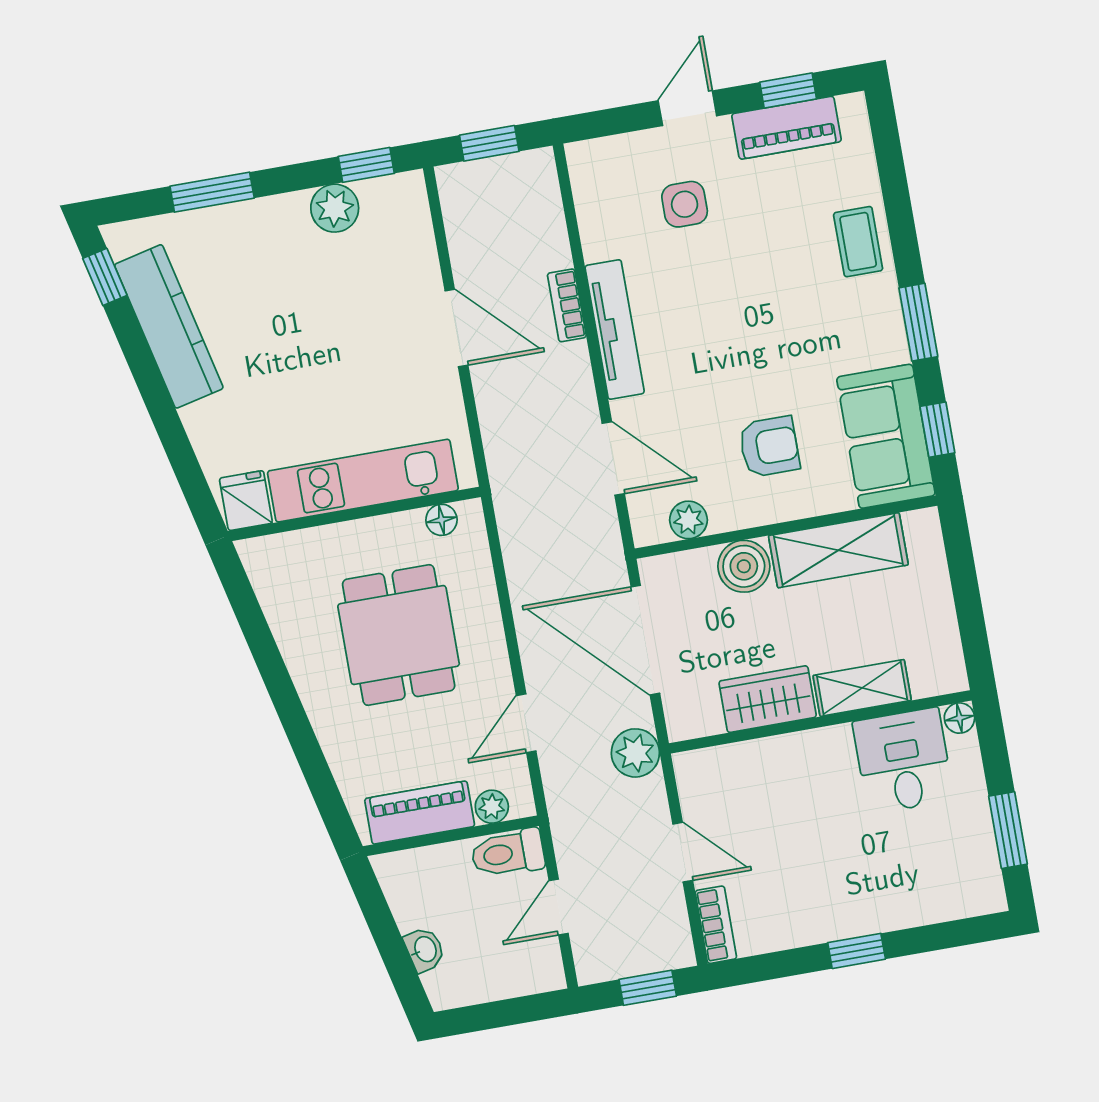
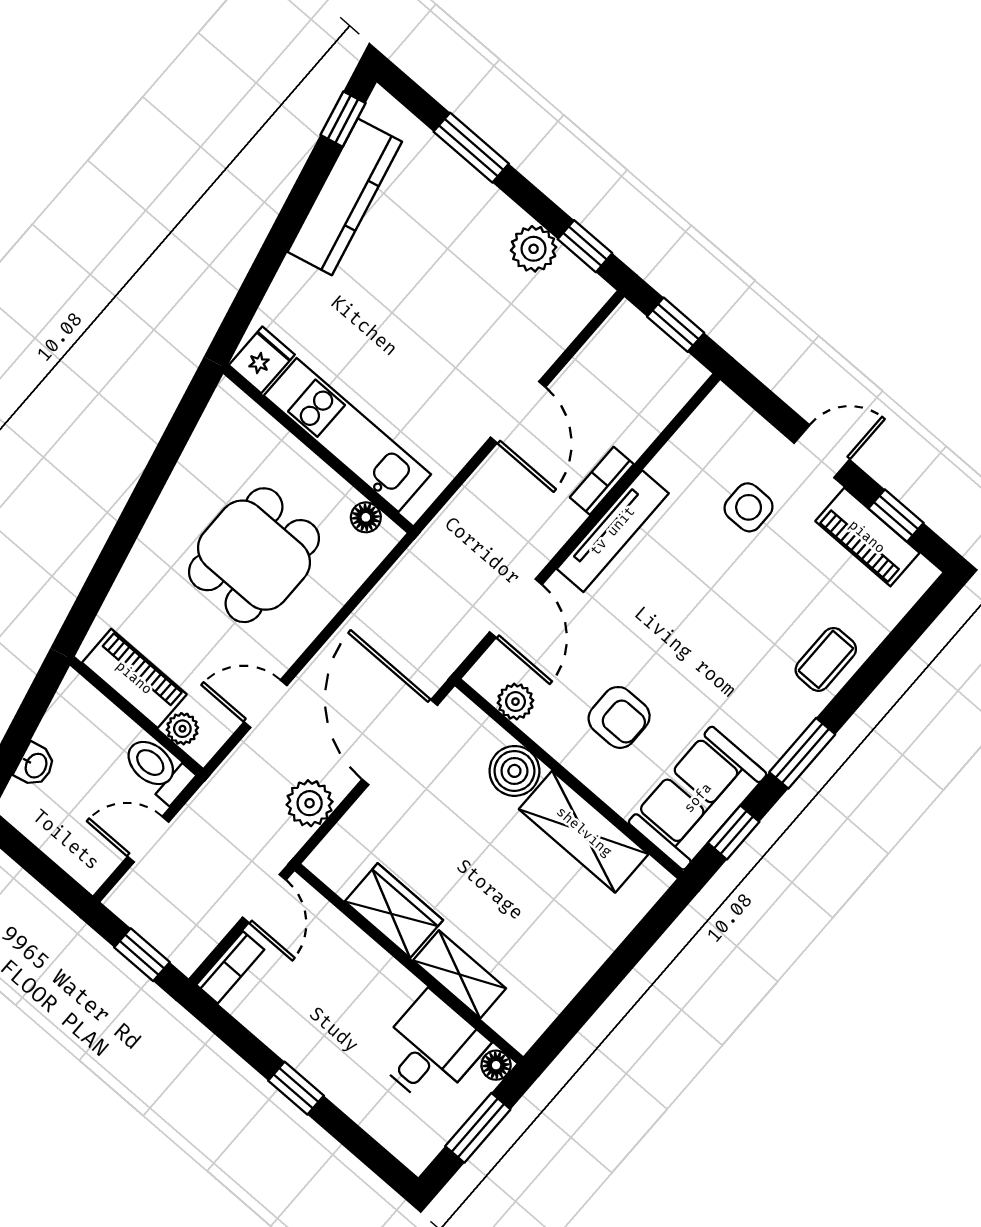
shelving: (862, 688) -> (460, 974), moved
wardrobe: (768, 699) -> (394, 911), moved
floor lamp: (959, 718) -> (496, 1065), moved
wall: (820, 722) -> (409, 964), moved
desk: (903, 761) -> (430, 1049), moved

